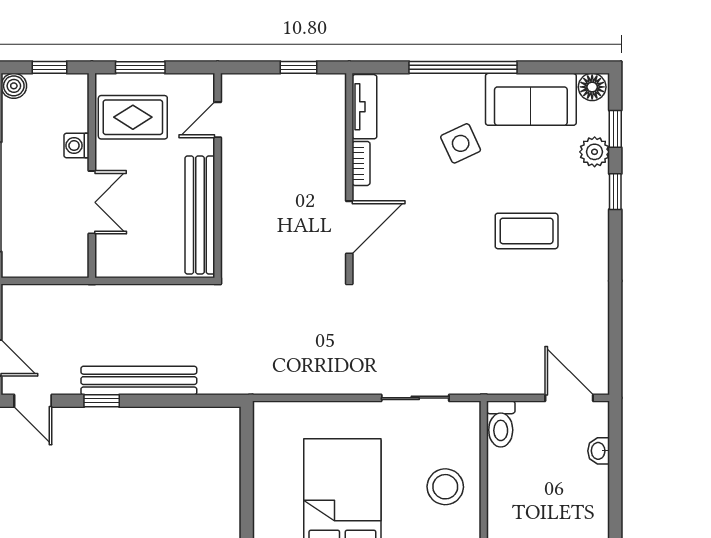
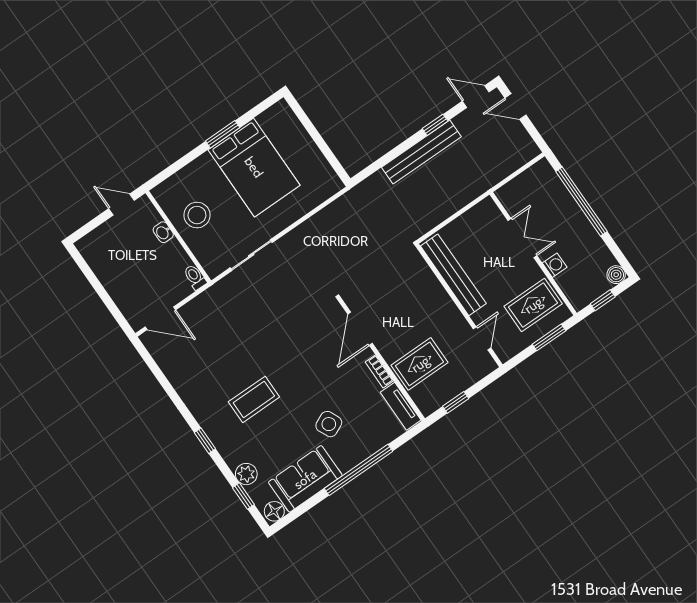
rug: (309, 140) -> (420, 364), added
window: (615, 192) -> (205, 441), moved
double door: (92, 202) -> (522, 238), swing flipped
toilet: (501, 424) -> (195, 277), width x0.73, depth x0.72
washbasin: (599, 451) -> (163, 232), moved, turned 180

